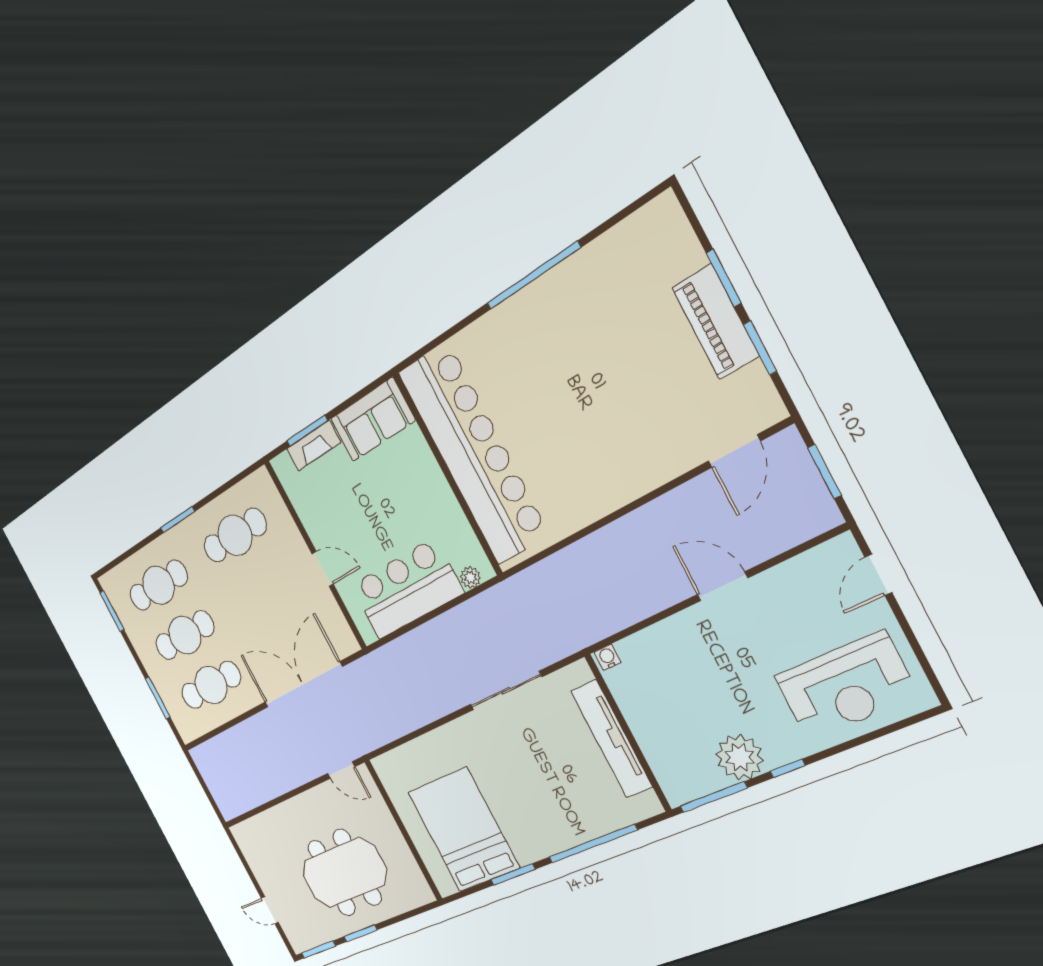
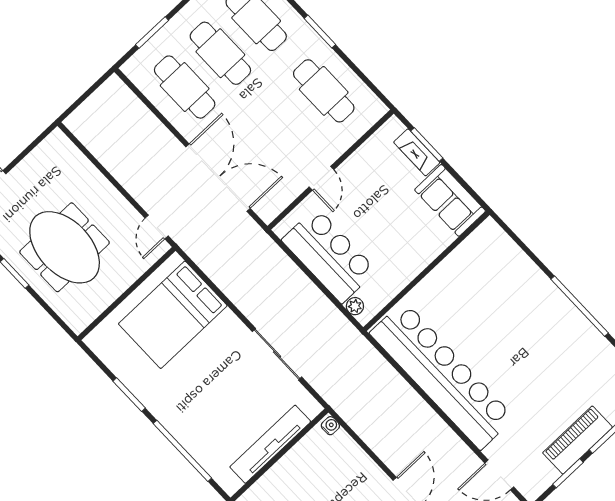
bar counter: (473, 453) -> (442, 375), moved, turned -90
bed: (463, 830) -> (173, 315), moved, turned 180

